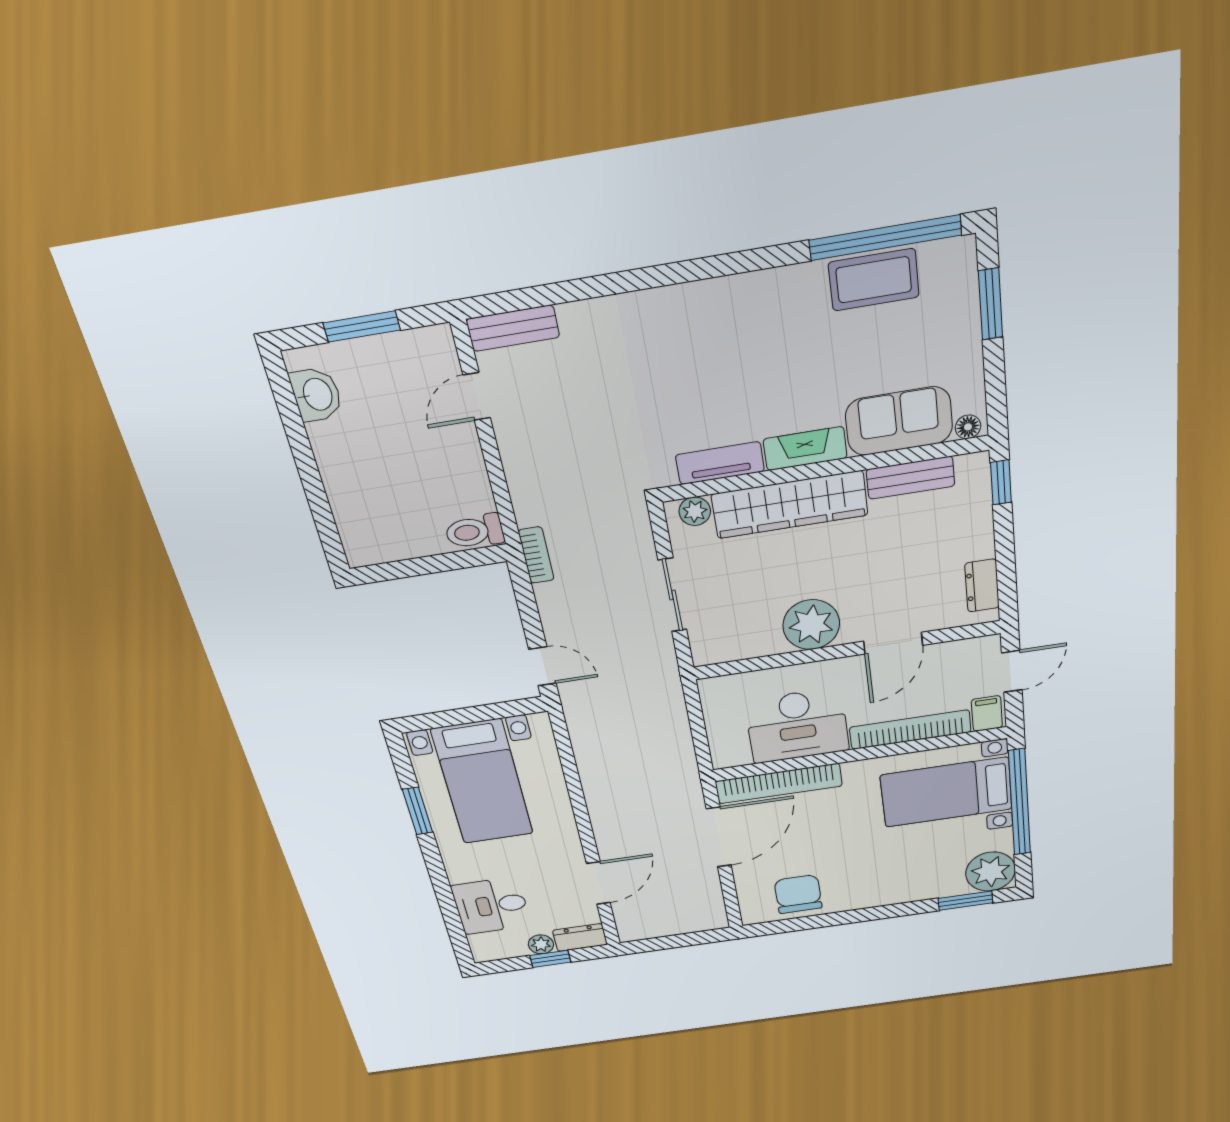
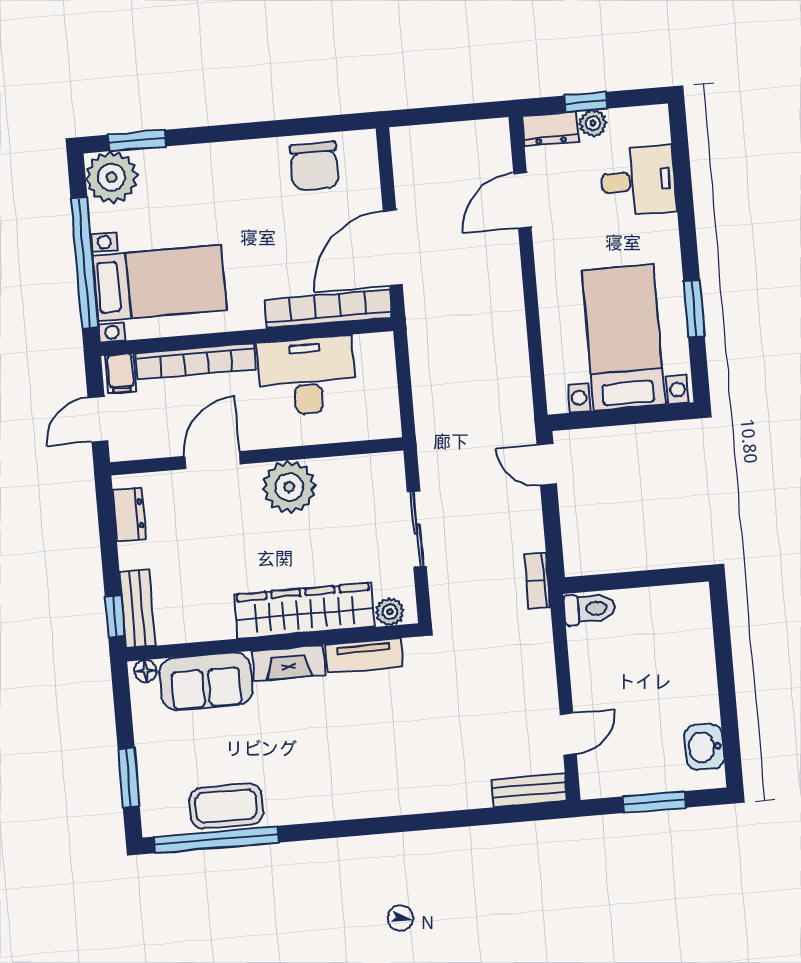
bench: (910, 478) -> (137, 609), moved, turned 90

